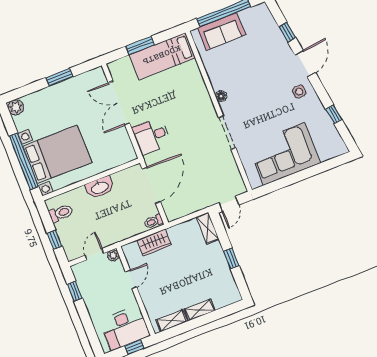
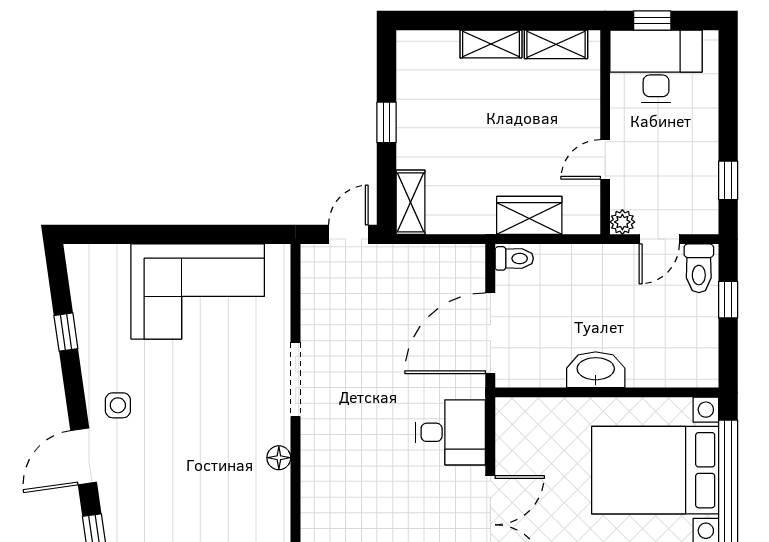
toilet: (61, 213) -> (699, 268), moved, turned -90

